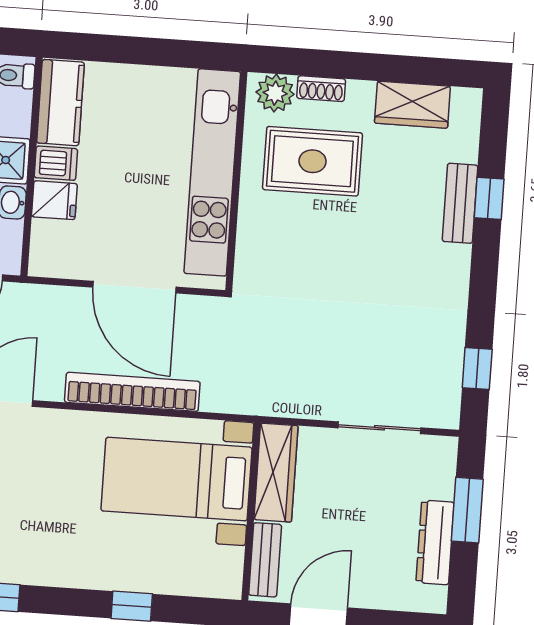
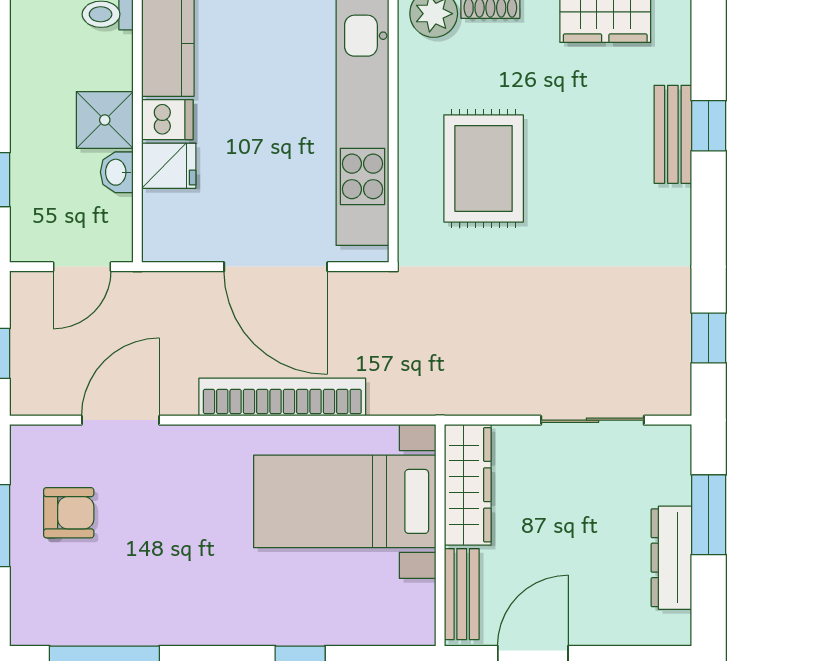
rug: (312, 161) -> (484, 168), moved, turned 90

